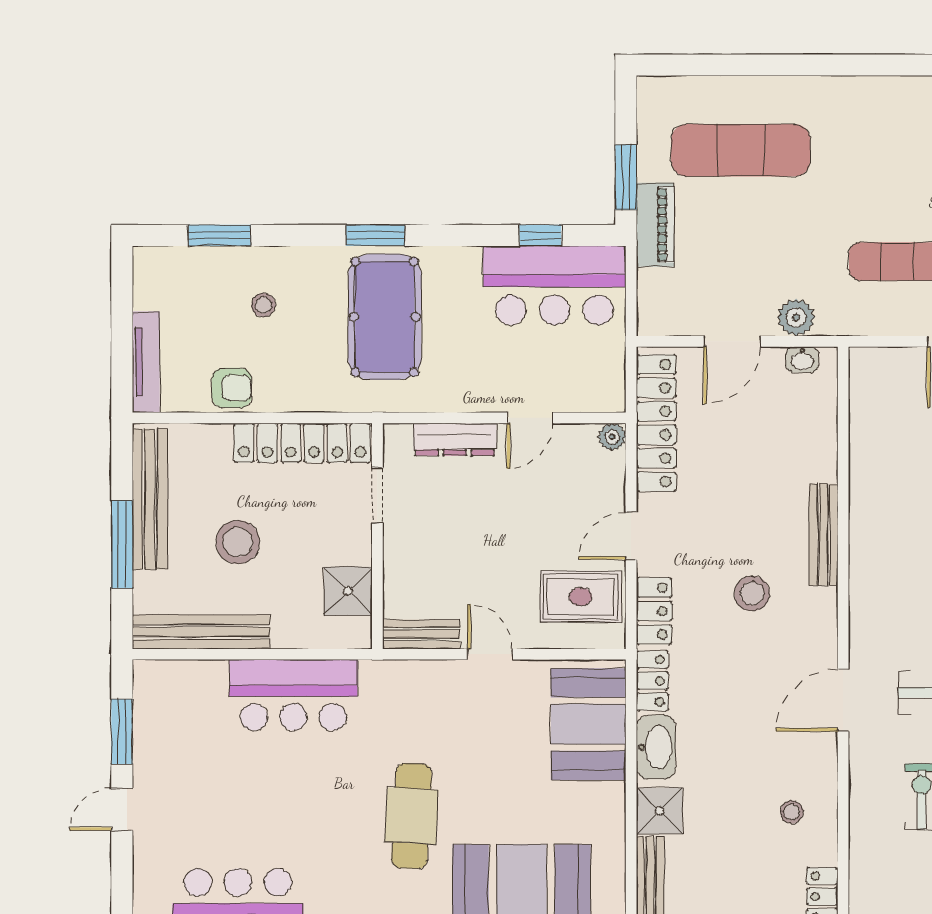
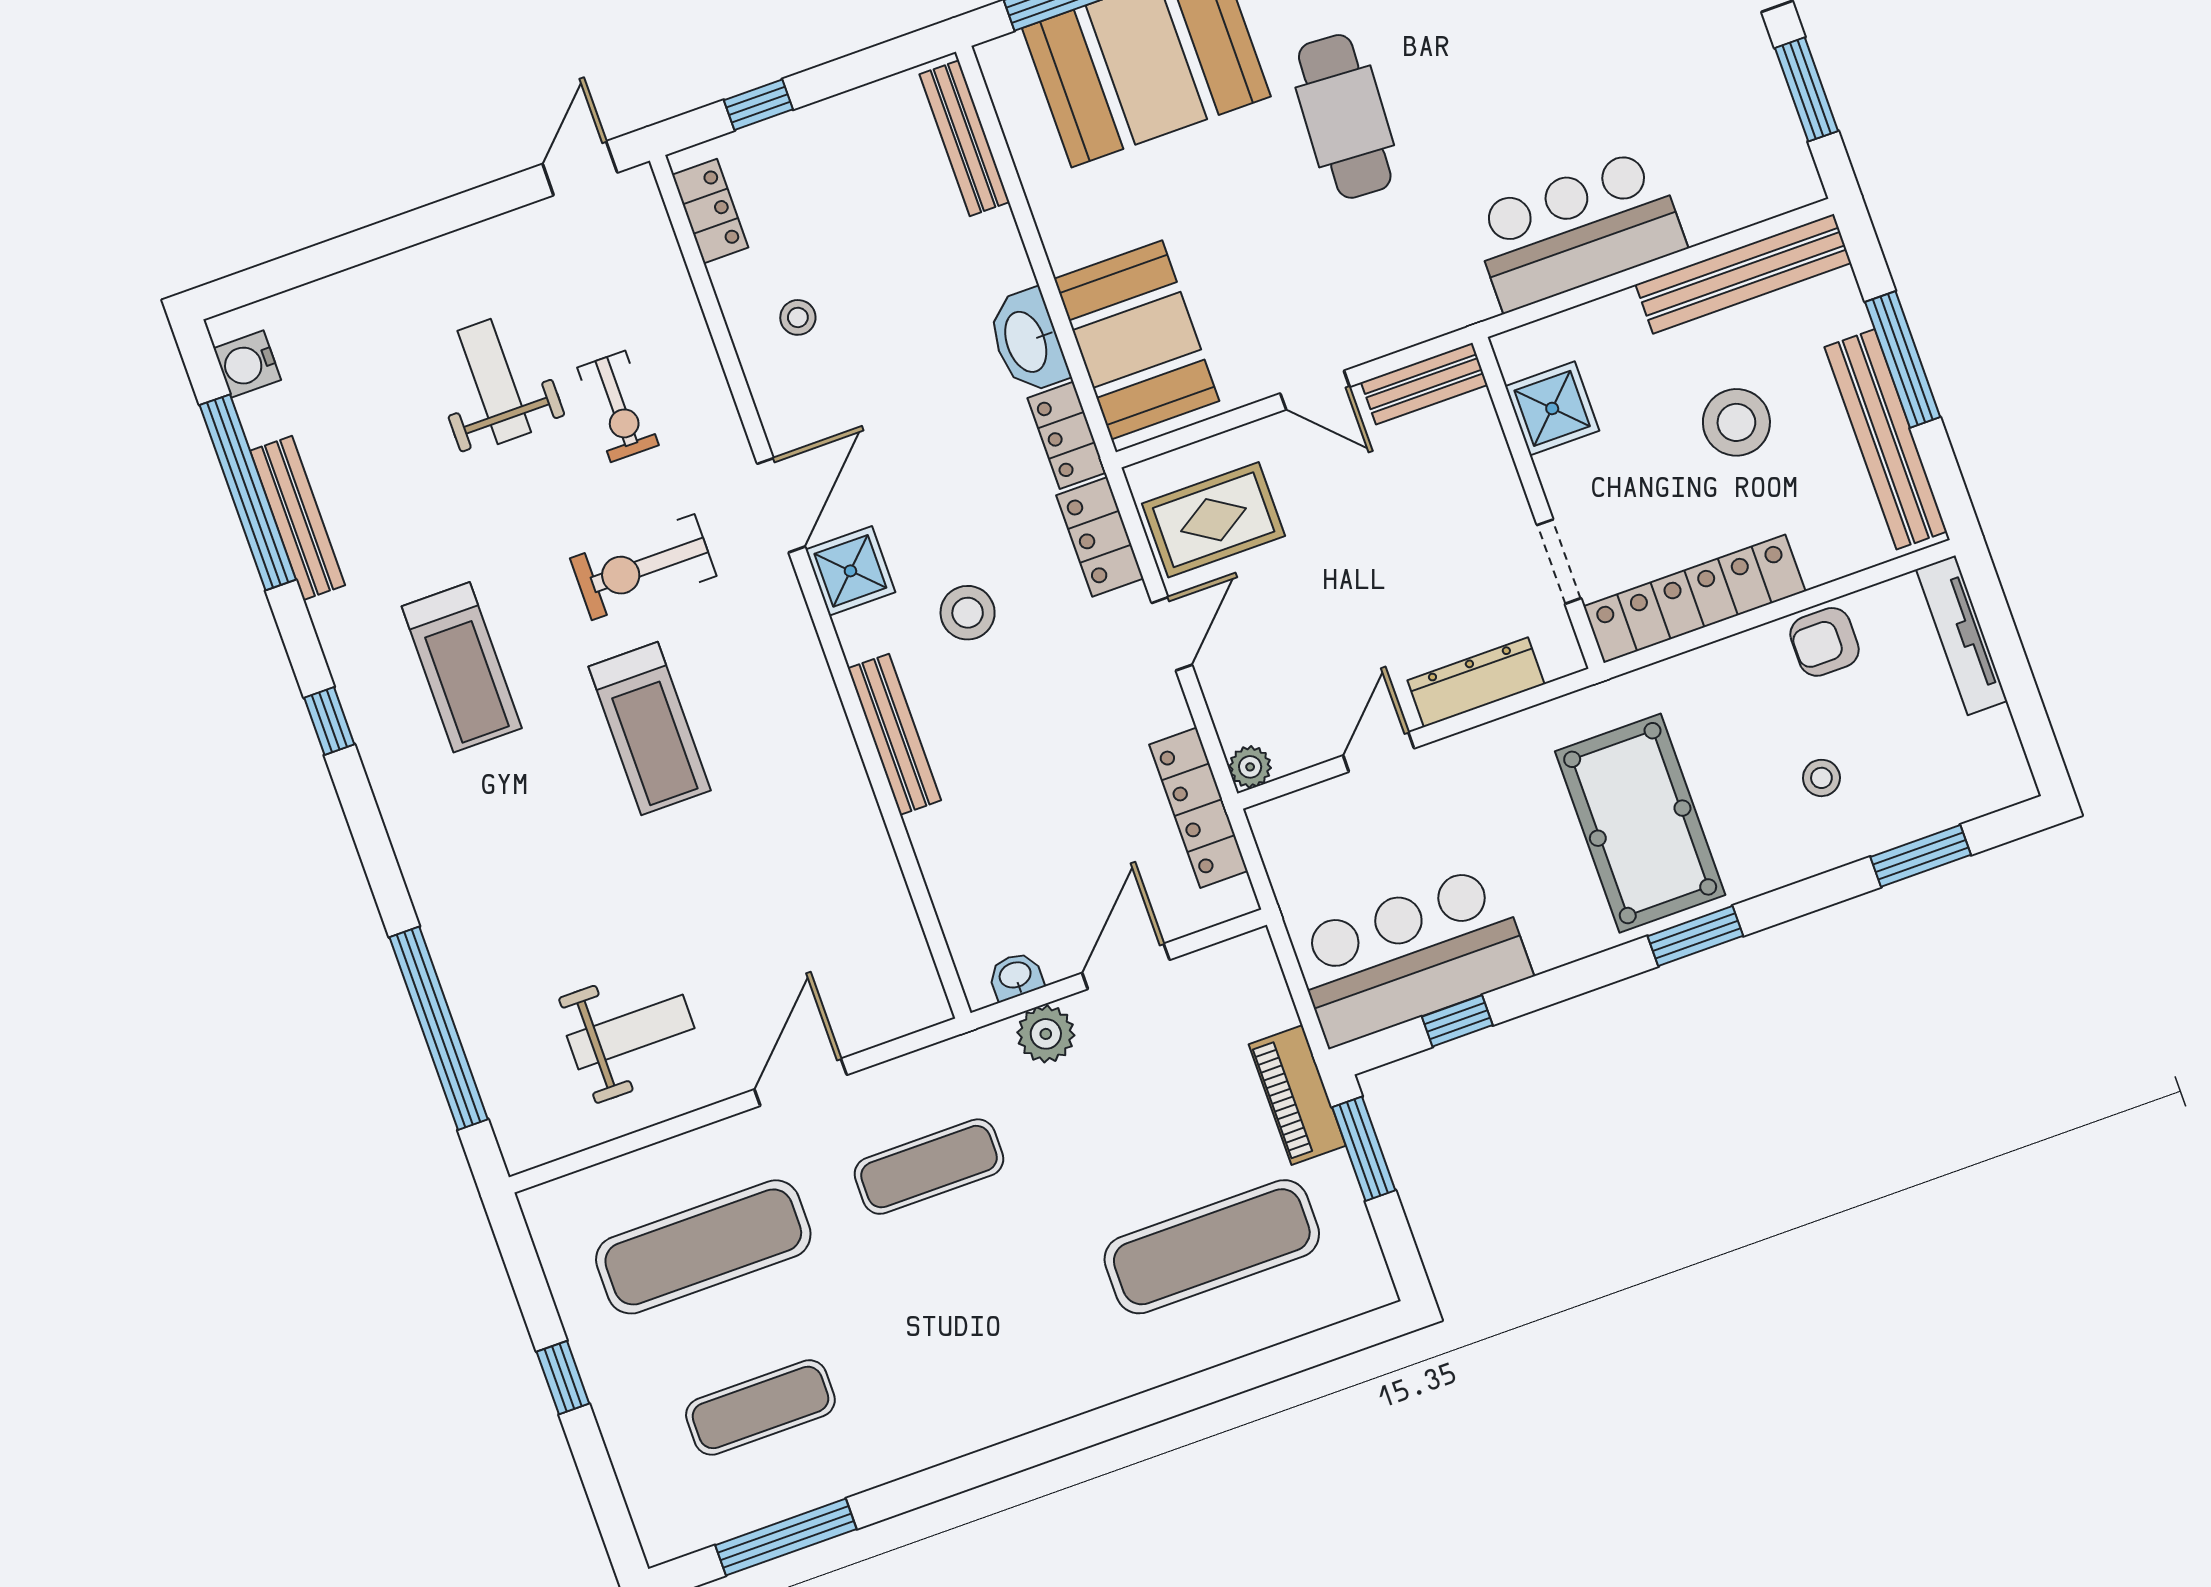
locker: (656, 423) -> (1199, 808), width x0.71, depth x0.83
shower: (659, 811) -> (850, 571), moved

